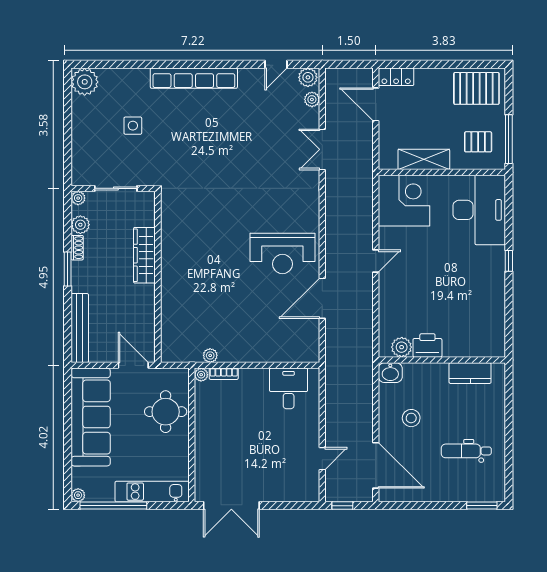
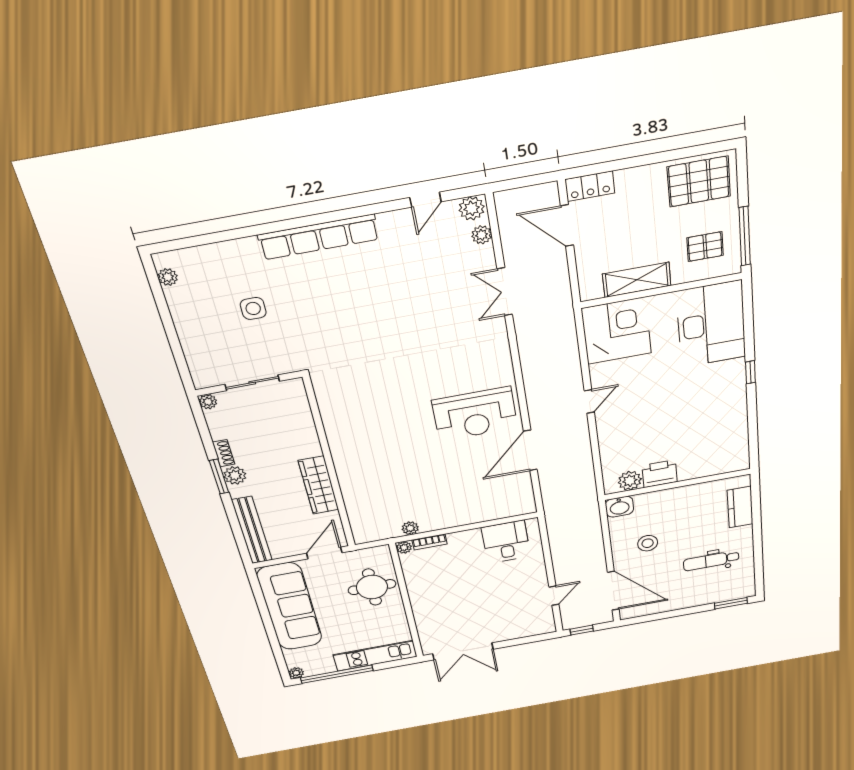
plant: (85, 82) -> (168, 277), width x0.53, depth x0.53
plant: (80, 225) -> (235, 475), moved
wardrobe: (144, 255) -> (319, 485), moved
door: (133, 365) -> (324, 553), hinge flipped
kitchen counter: (470, 373) -> (740, 507), moved, turned 90

